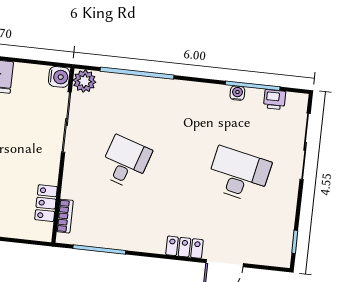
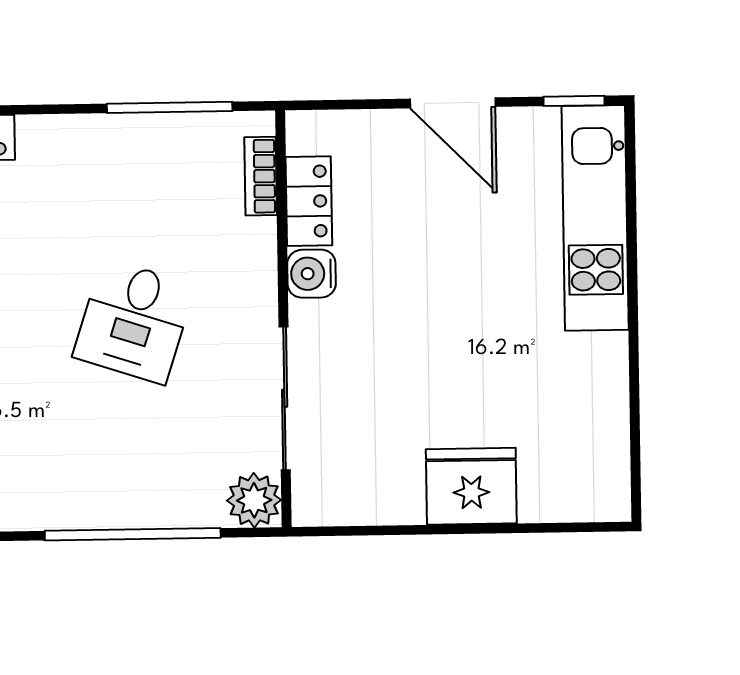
water cooler: (59, 77) -> (312, 274), moved

